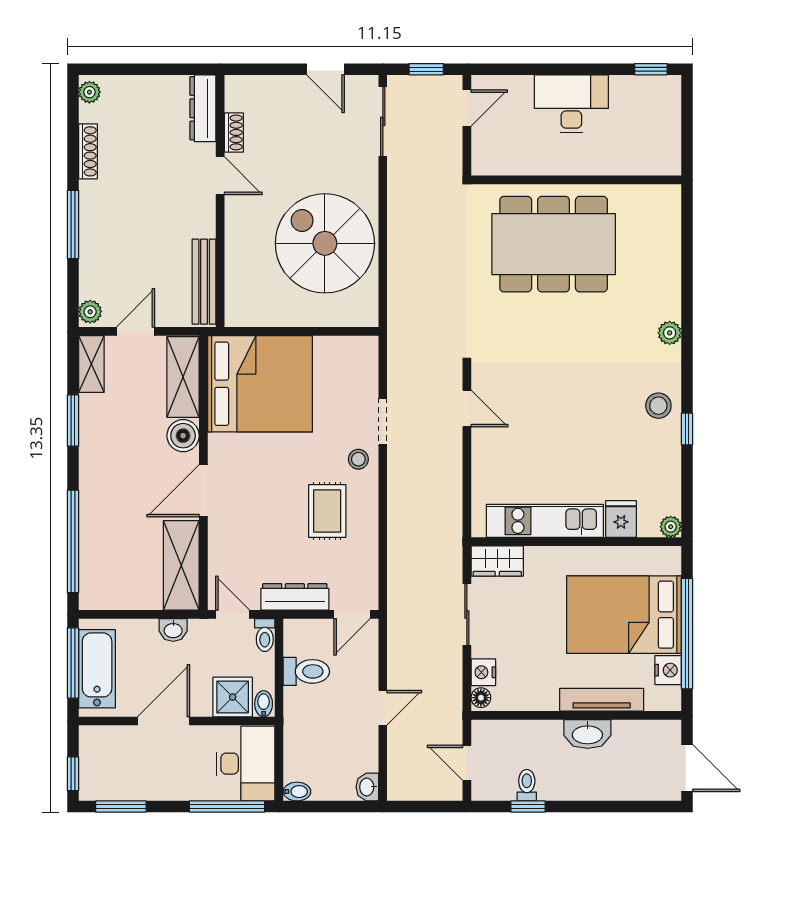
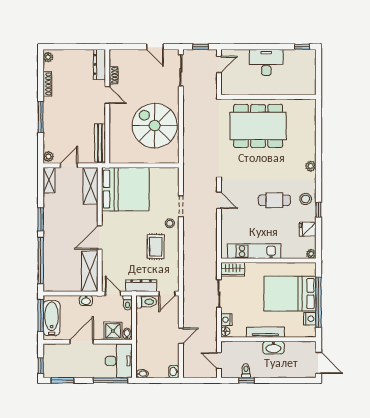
cafe table: (589, 408) -> (274, 200), added
window: (73, 421) -> (41, 219), moved
boiler: (183, 436) -> (90, 213), removed
fridge: (621, 519) -> (308, 229), moved, turned -90
toilet: (306, 671) -> (146, 302), moved
tv unit: (602, 700) -> (265, 332), moved

